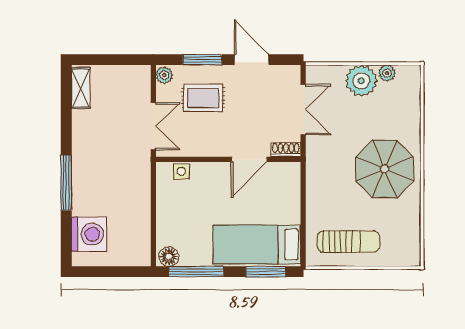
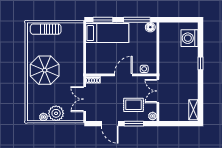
door: (249, 159) -> (123, 75), moved
window: (66, 183) -> (201, 63), width x0.46
sun lounger: (349, 242) -> (46, 29), moved

